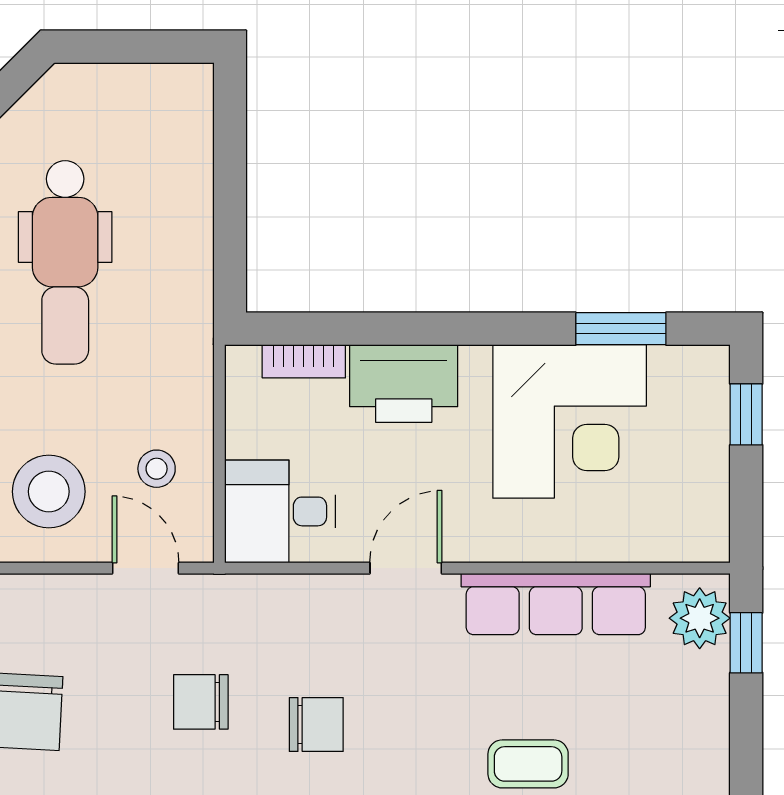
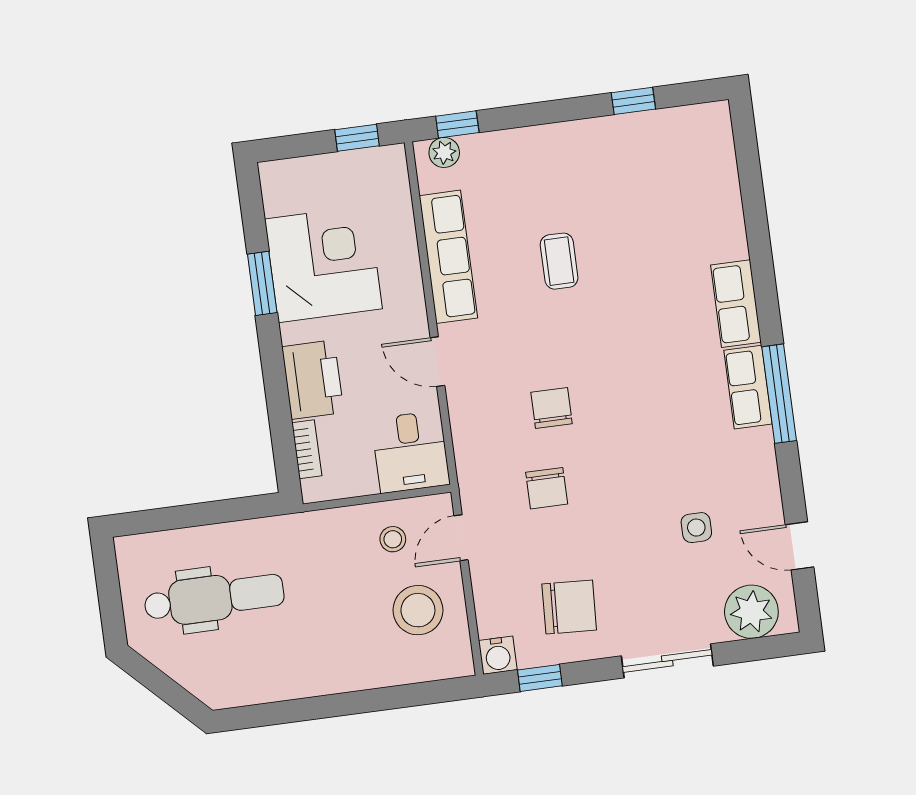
dental chair: (65, 262) -> (214, 598), moved
window: (621, 329) -> (262, 283), moved
window: (746, 414) -> (357, 138), moved
plant: (700, 618) -> (444, 152), width x0.73, depth x0.73

